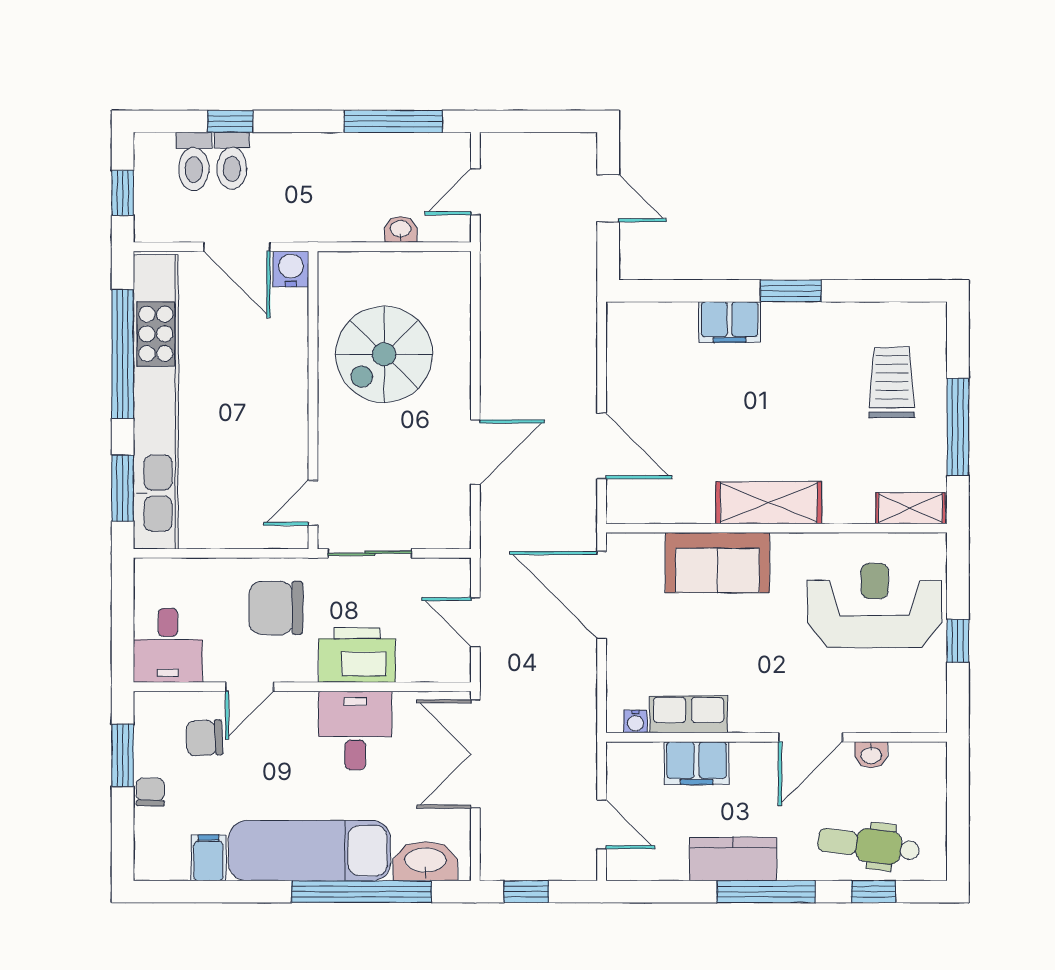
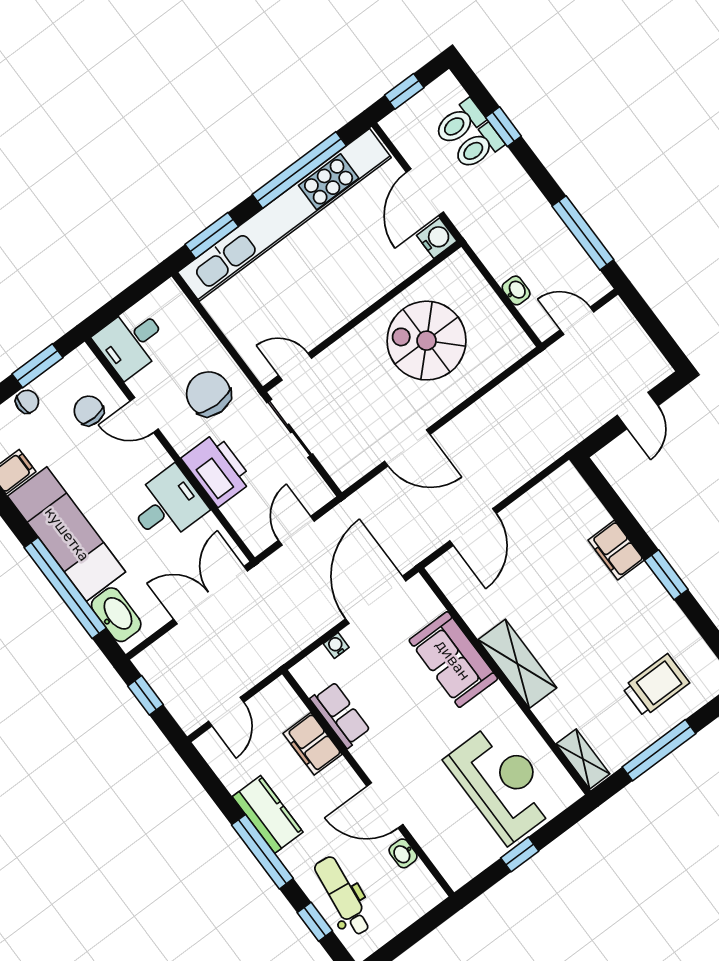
water cooler: (635, 722) -> (336, 645), moved, turned 90

